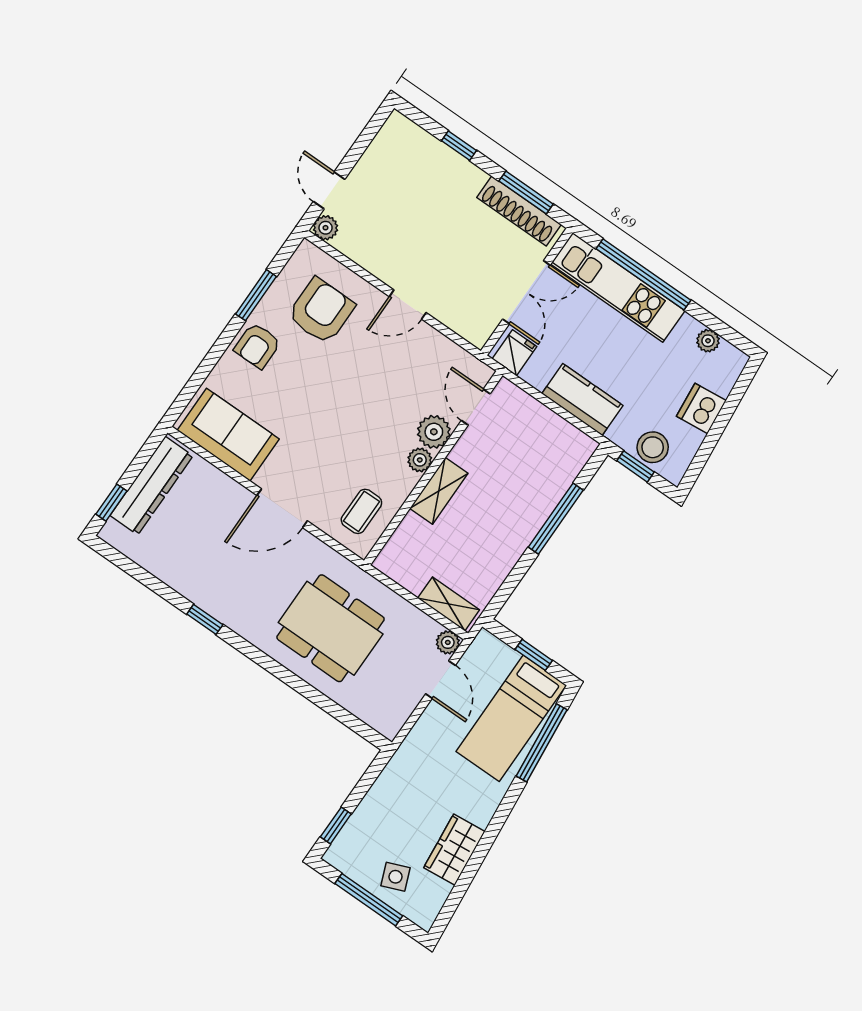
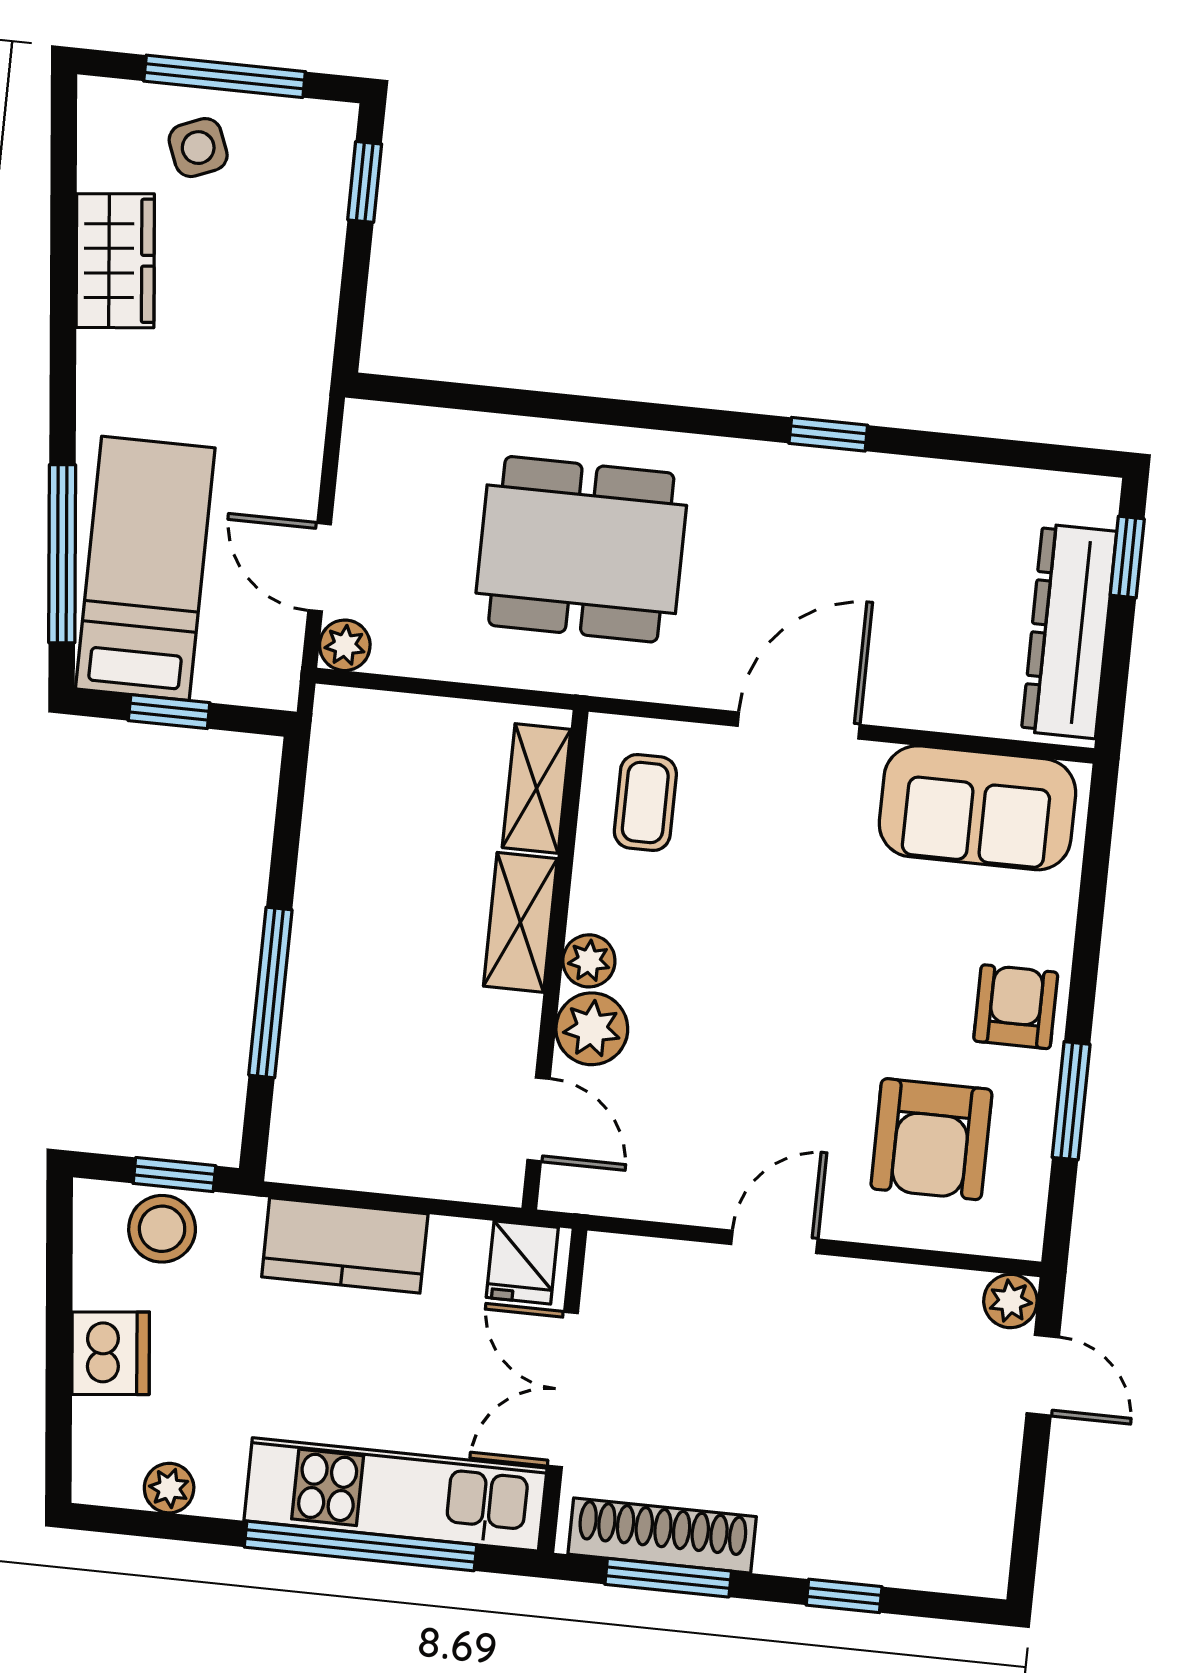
shelving: (449, 604) -> (537, 788), moved, turned 90

